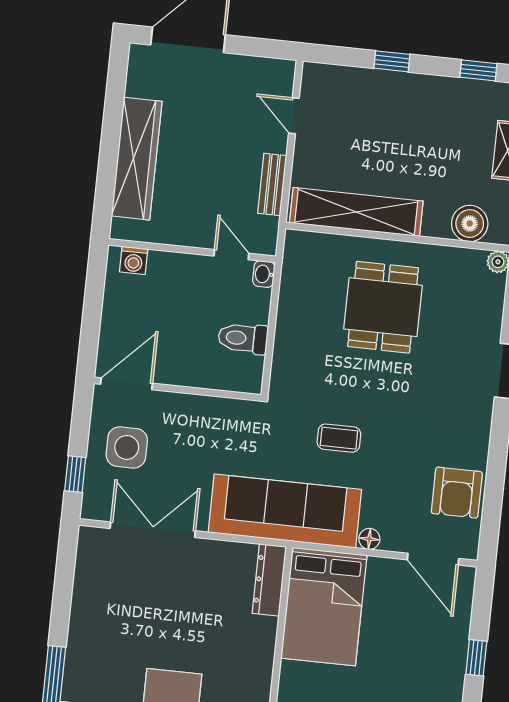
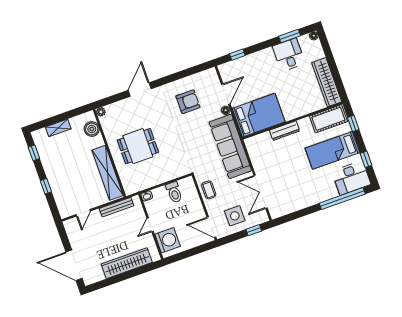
bench: (272, 184) -> (117, 207), width x1.36
door: (231, 255) -> (150, 225), moved
washing machine: (134, 260) -> (168, 240), width x1.89, depth x1.89
coffee table: (339, 438) -> (209, 190), moved
armchair: (457, 493) -> (188, 102), moved
door: (433, 559) -> (226, 94), moved
dresser: (269, 580) -> (285, 131), moved
window: (476, 658) -> (237, 55), moved

